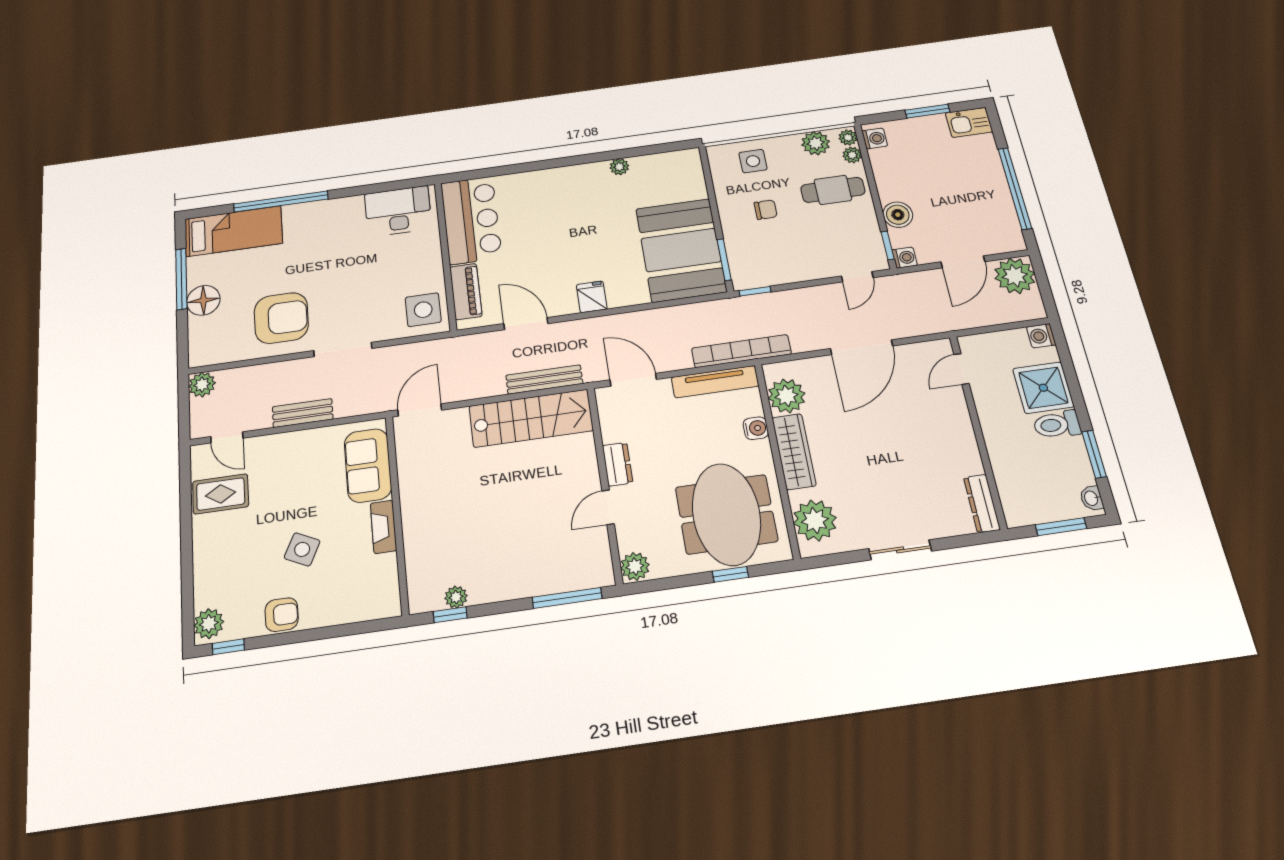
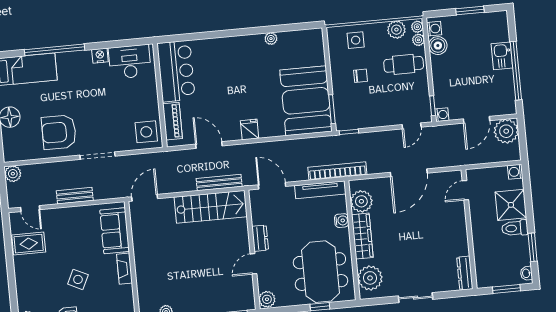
kitchen sink: (969, 122) -> (502, 56), moved, turned 90
nightstand: (351, 205) -> (100, 56), added
boiler: (898, 215) -> (438, 46), moved
armchair: (281, 318) -> (59, 132), turned 180

